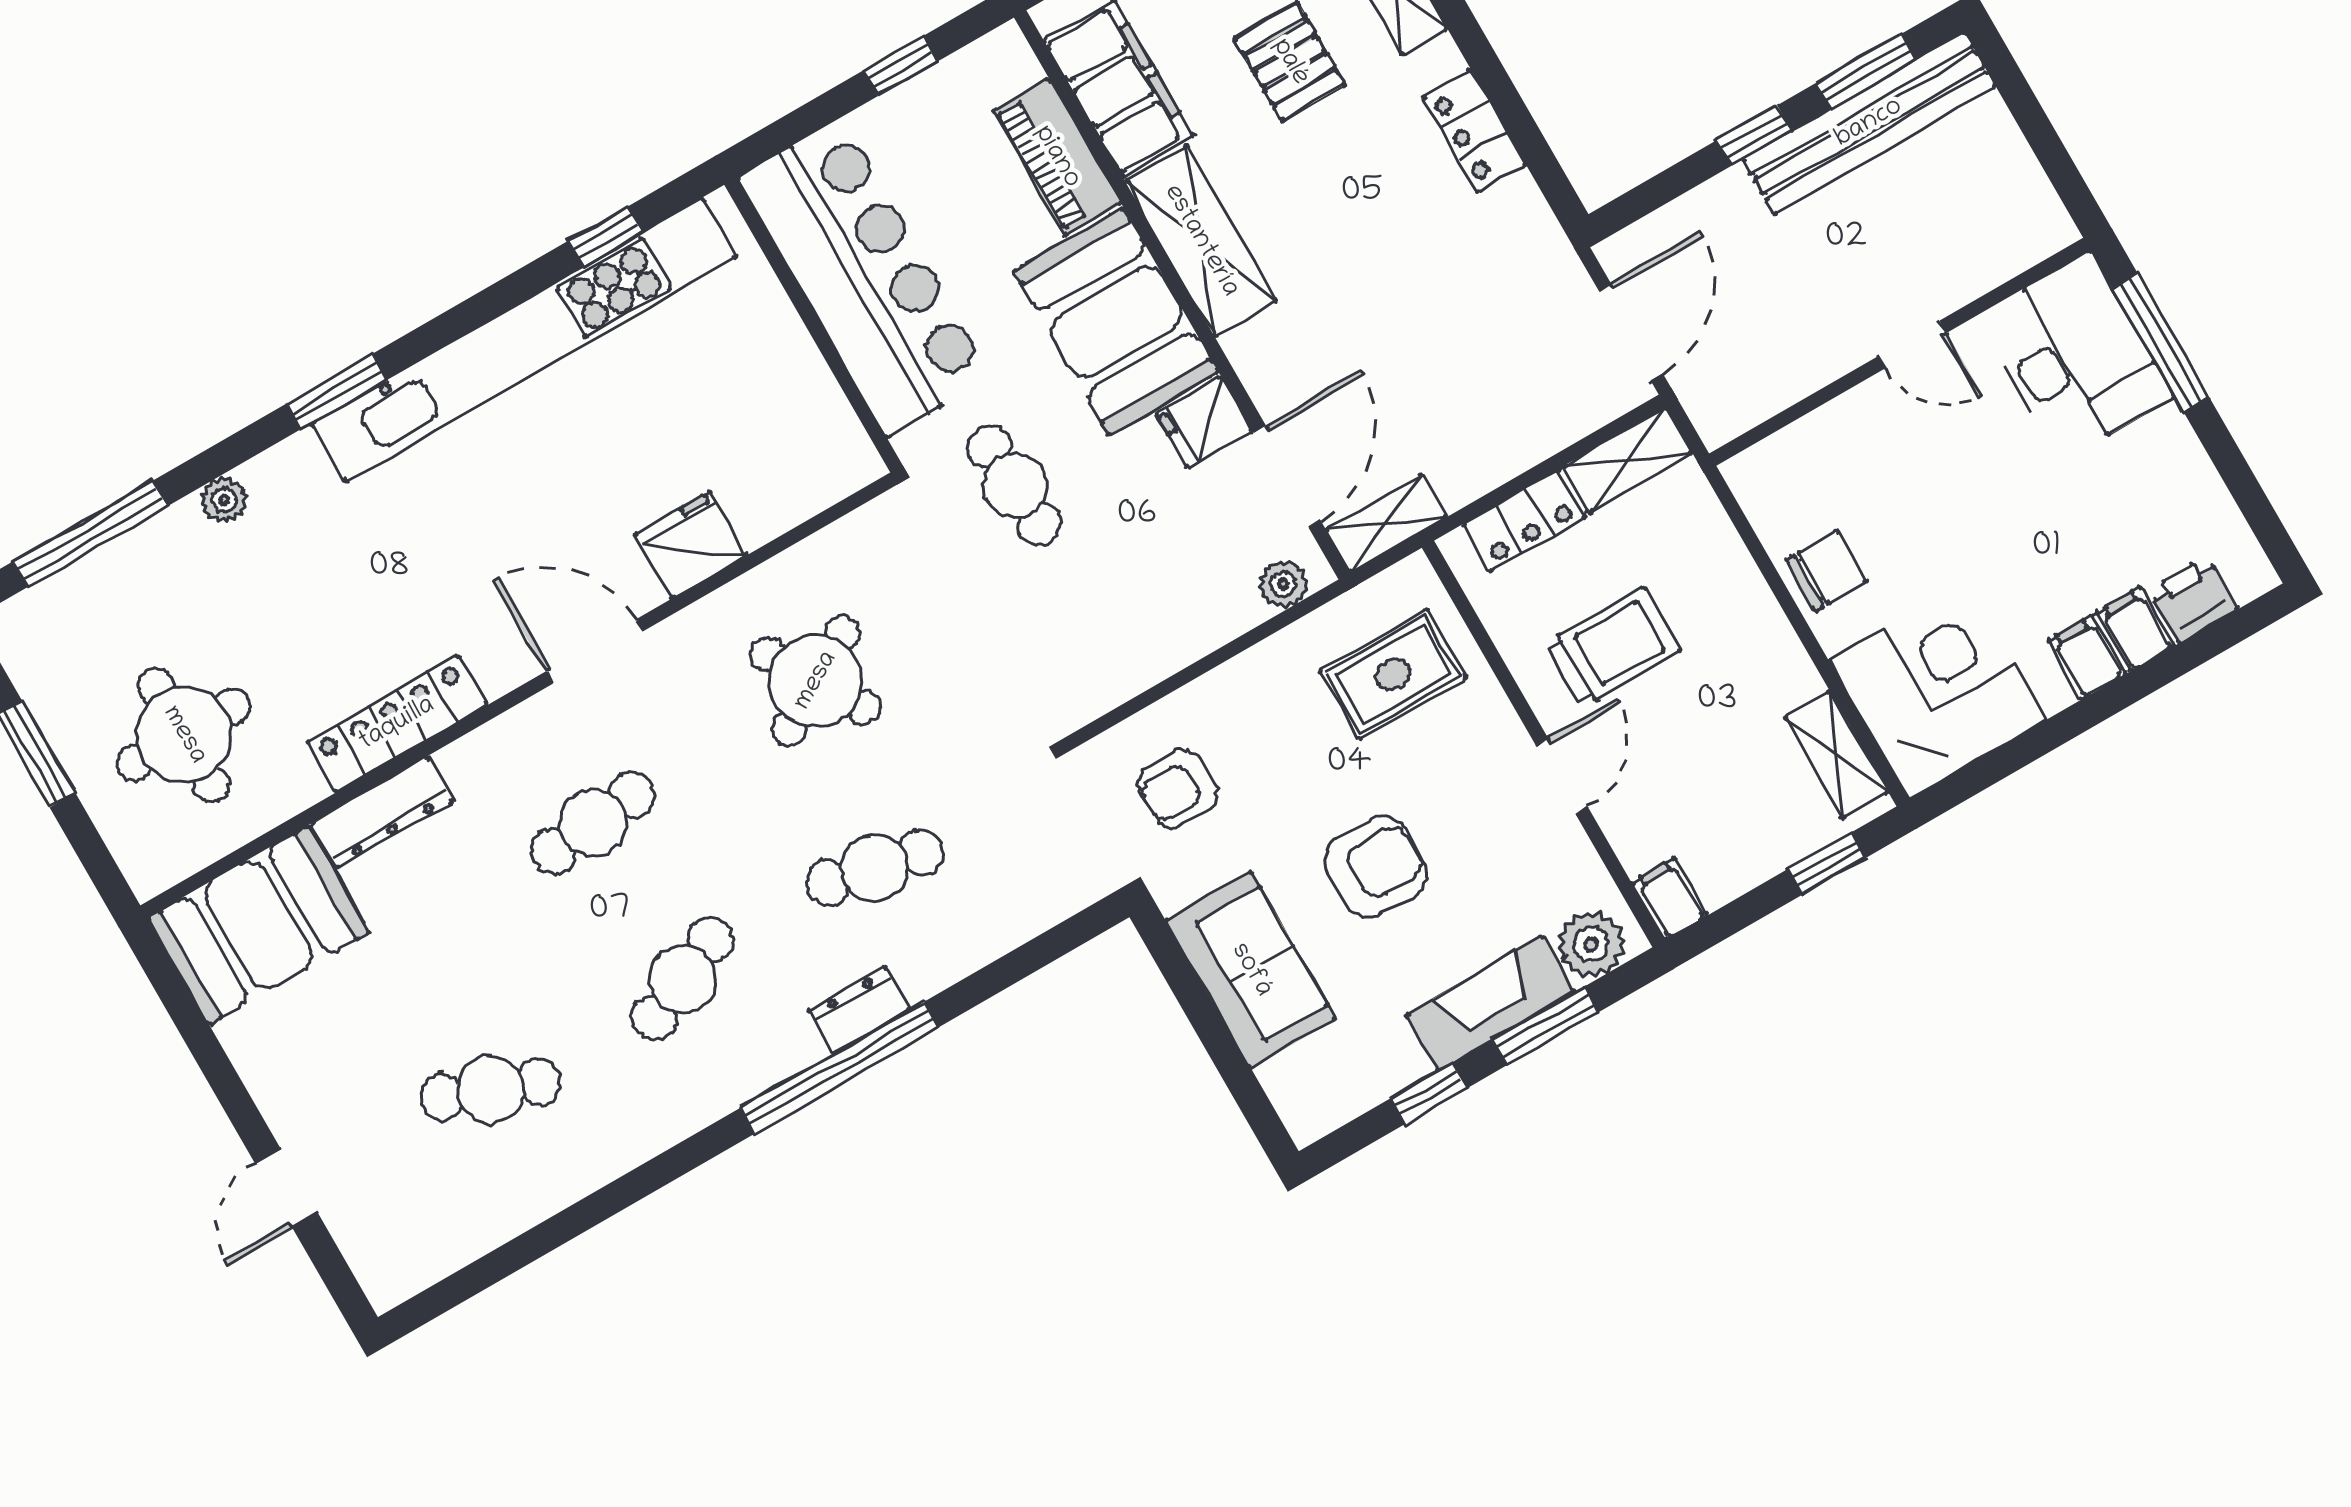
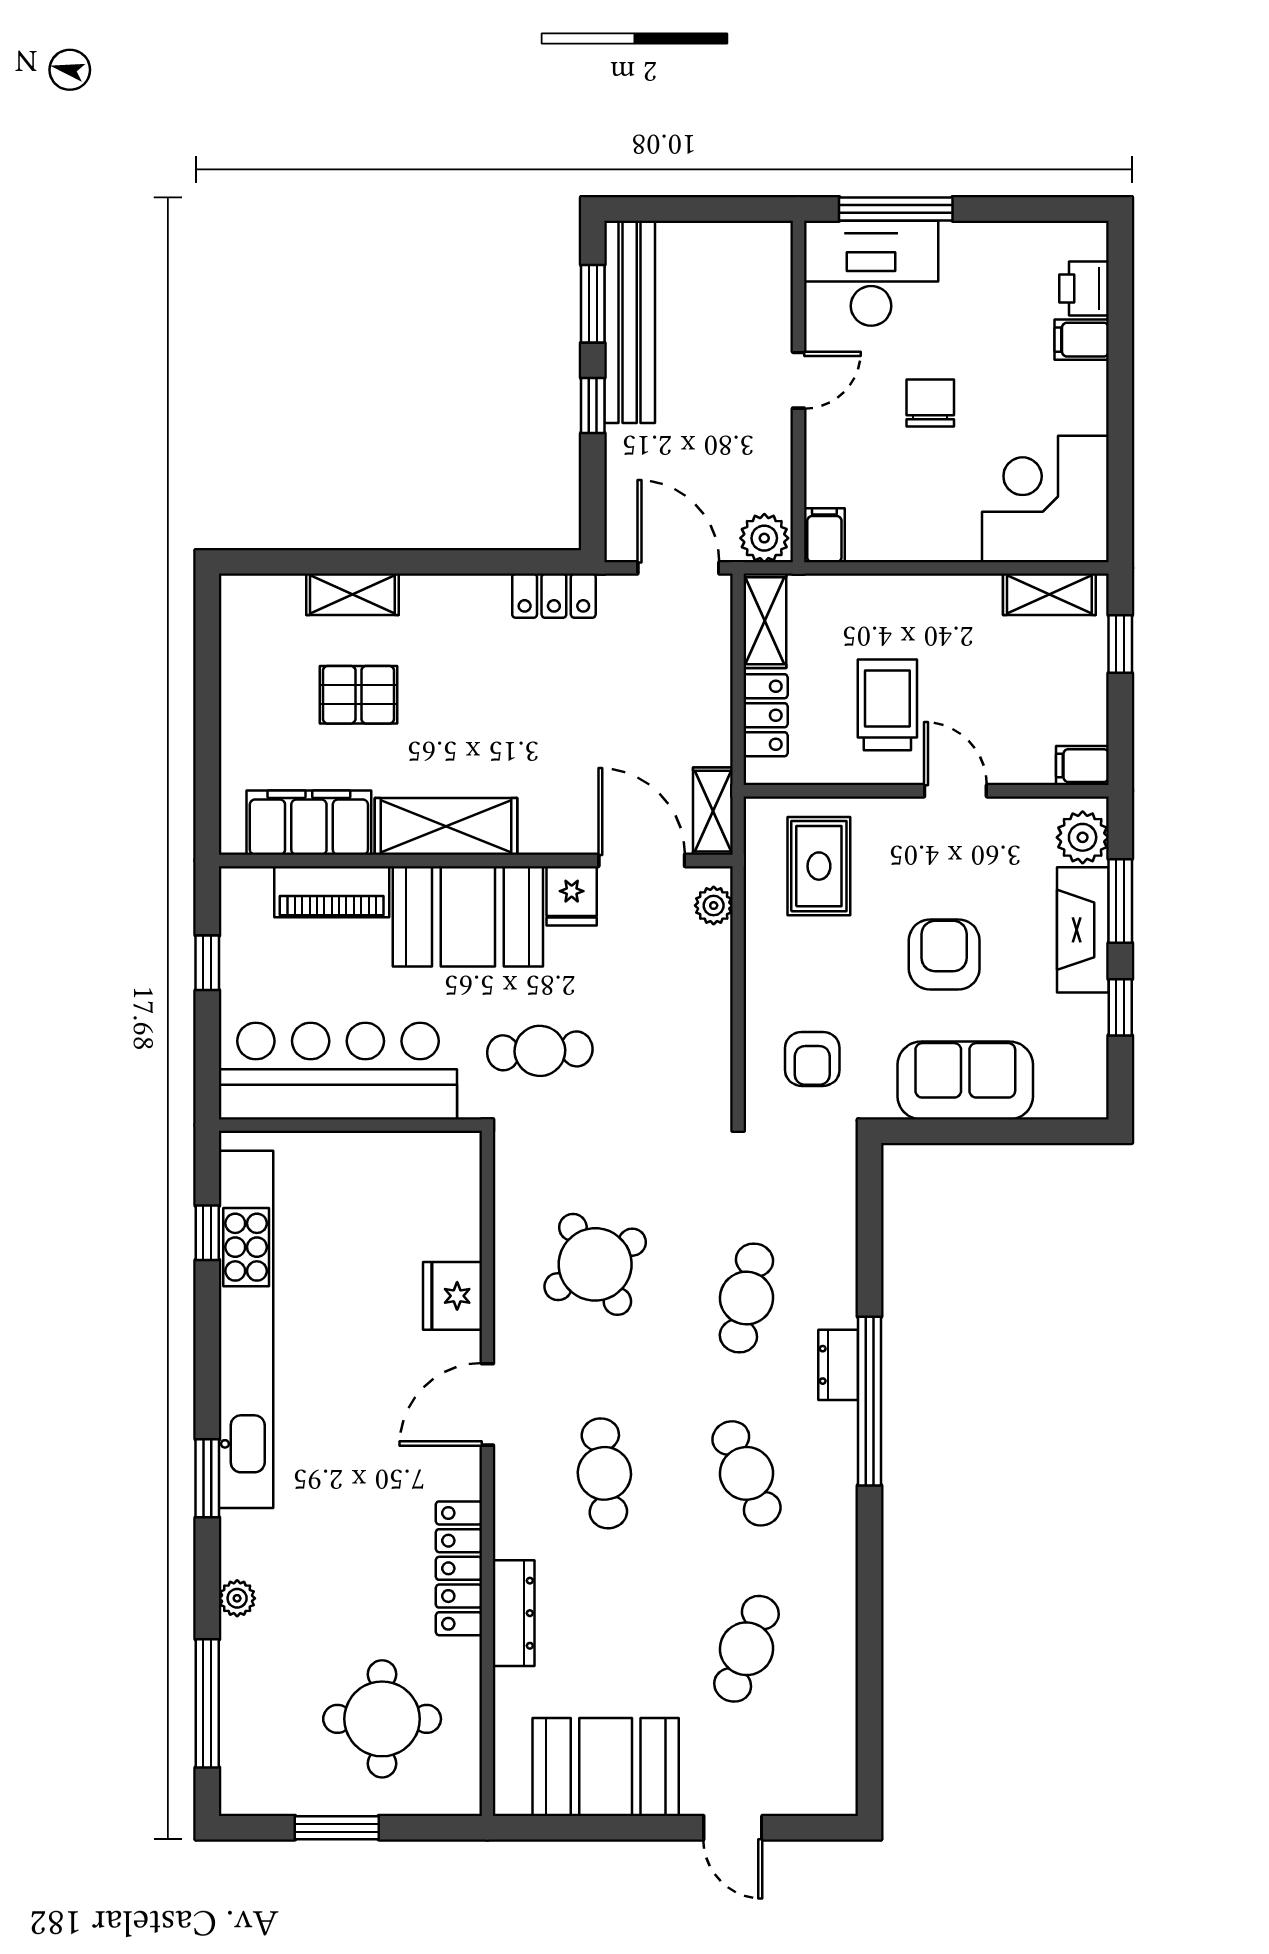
locker: (1474, 131) -> (554, 596), moved
plant: (1718, 407) -> (764, 538), added
chair: (1826, 571) -> (930, 403), moved
filing cabinet: (2087, 657) -> (824, 535), moved, turned 90
booth: (258, 925) -> (606, 1767), moved, turned 90

